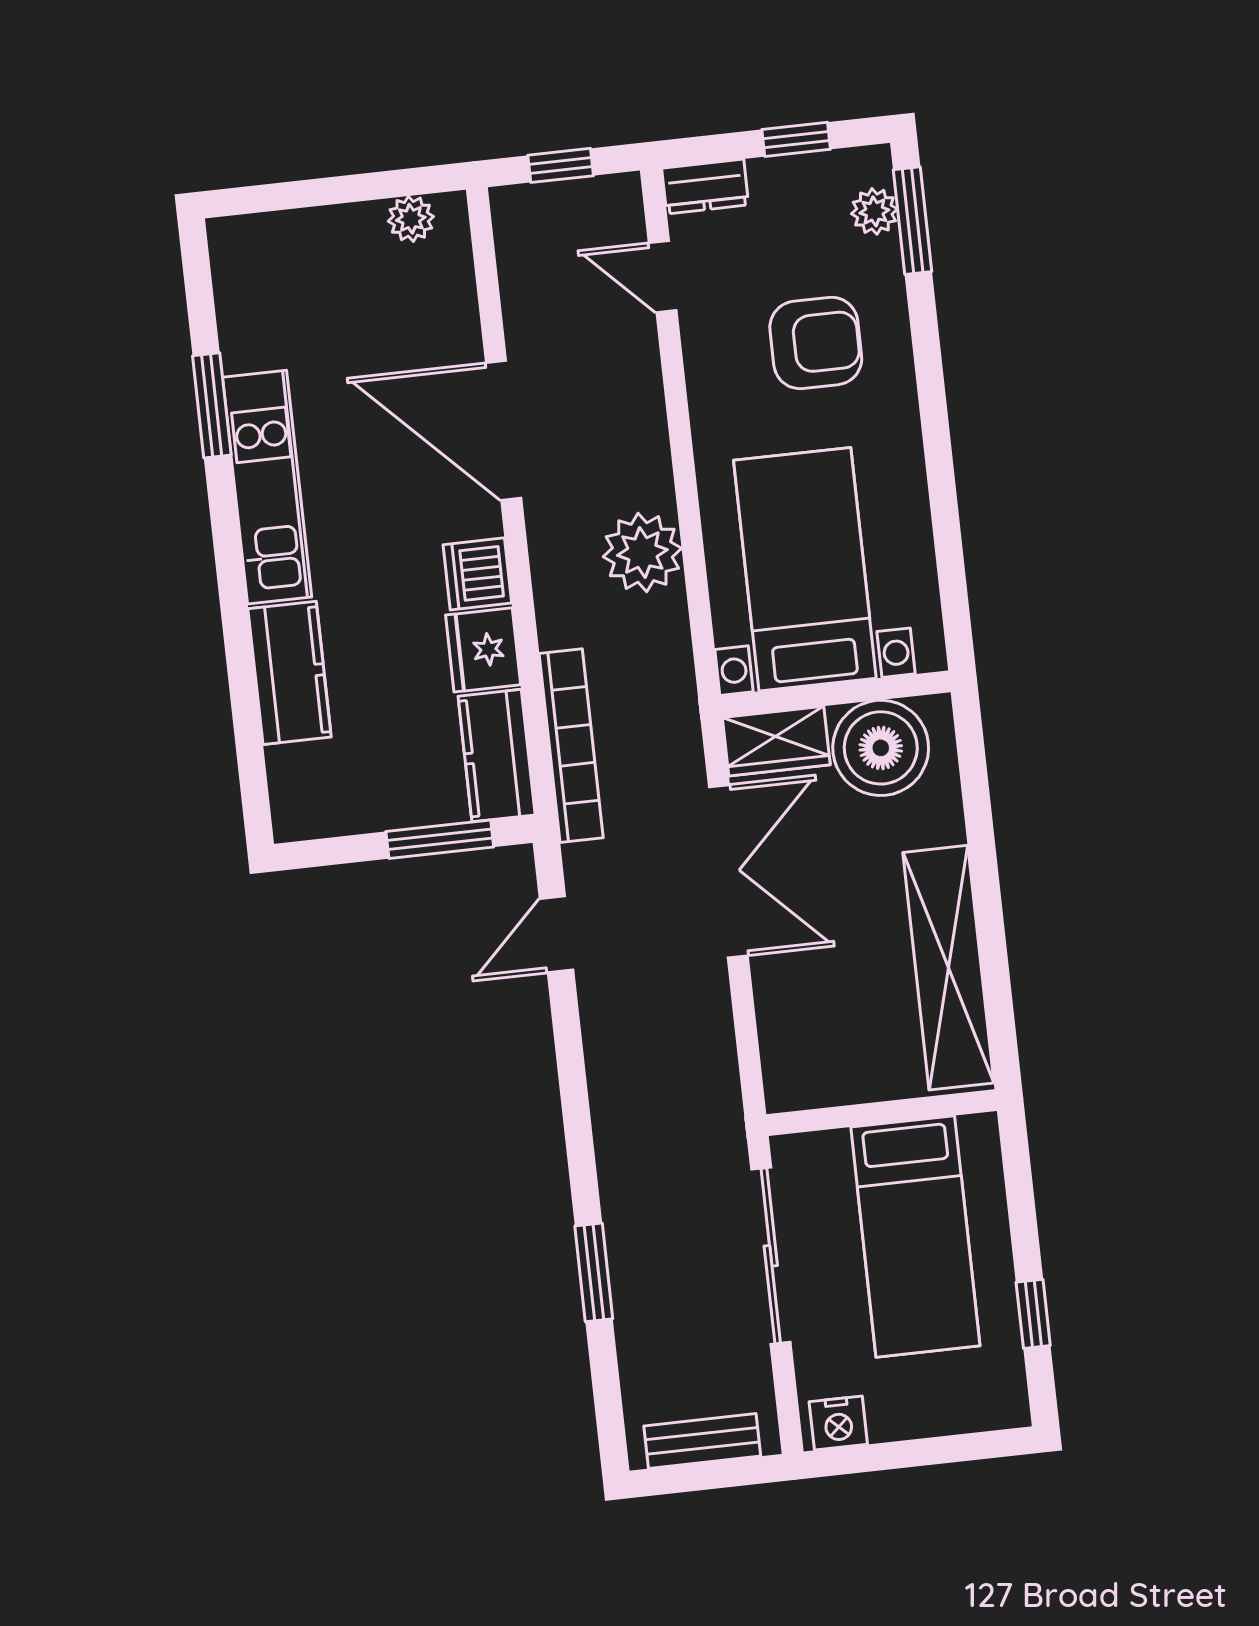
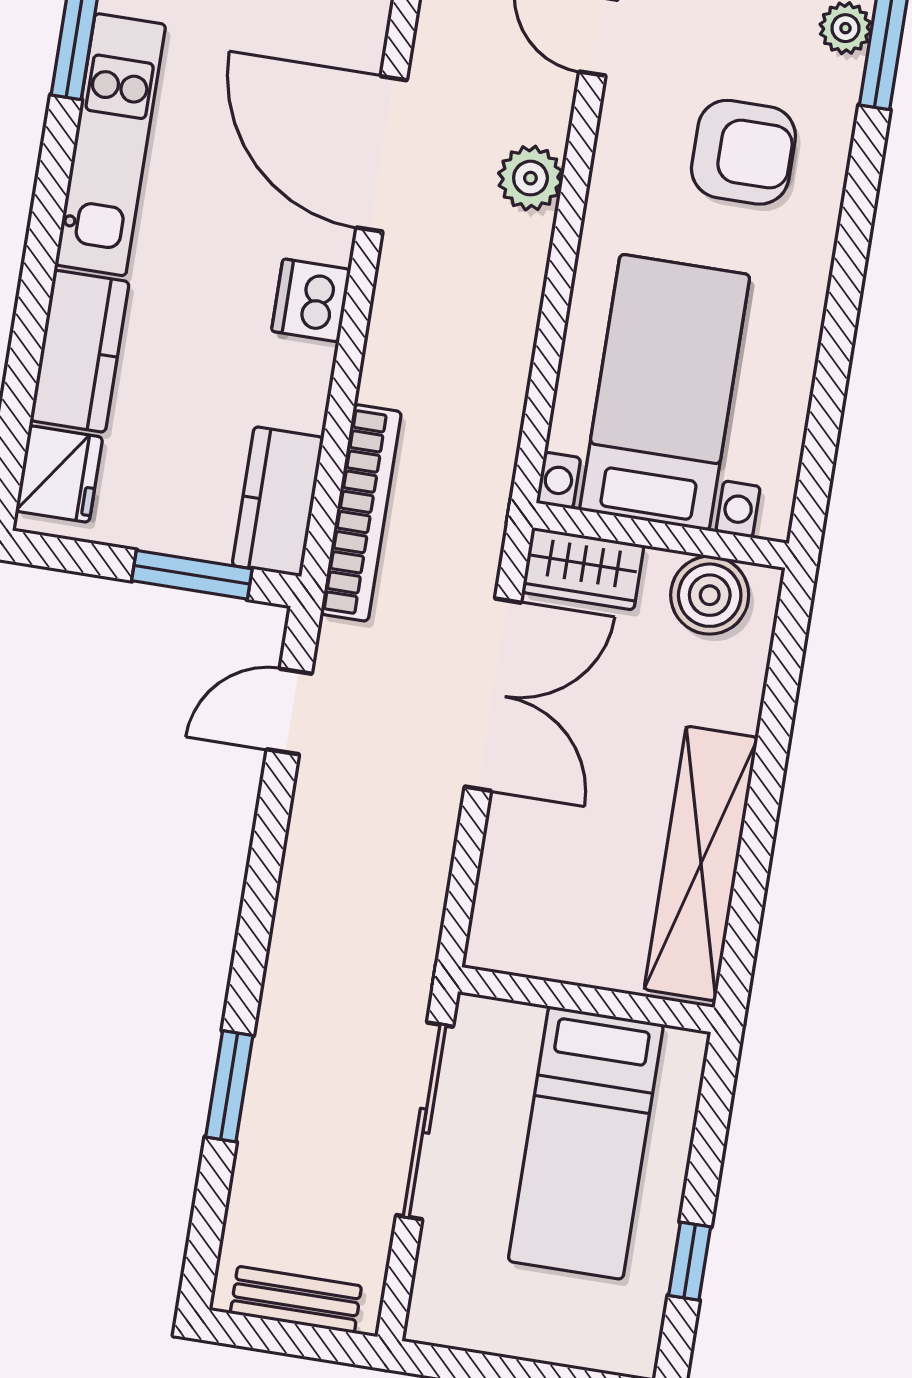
plant: (642, 552) -> (530, 178), moved, width x0.73, depth x0.73
fridge: (483, 650) -> (59, 474), moved, turned 180
boiler: (881, 748) -> (710, 595), width x0.73, depth x0.73
nightstand: (838, 1423) -> (448, 1321), removed

